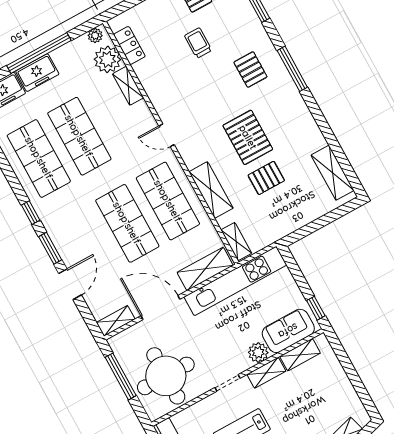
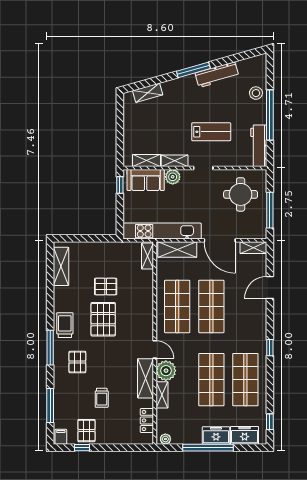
plant: (107, 59) -> (166, 371), moved
trolley: (290, 105) -> (65, 325), added
shelving: (211, 190) -> (146, 378), moved
window: (50, 248) -> (270, 318), removed
round table: (166, 376) -> (241, 194), width x0.73, depth x0.73

